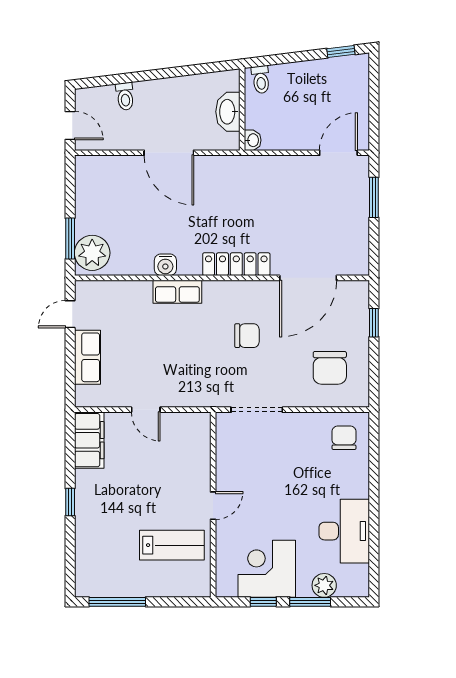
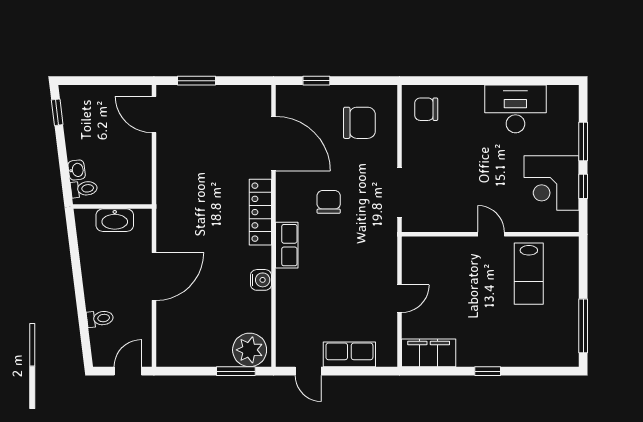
washbasin: (253, 140) -> (77, 170), moved, turned 83
row of seats: (177, 292) -> (287, 245), moved
lab bench: (172, 545) -> (529, 274), turned 180
plant: (324, 585) -> (567, 128), removed

